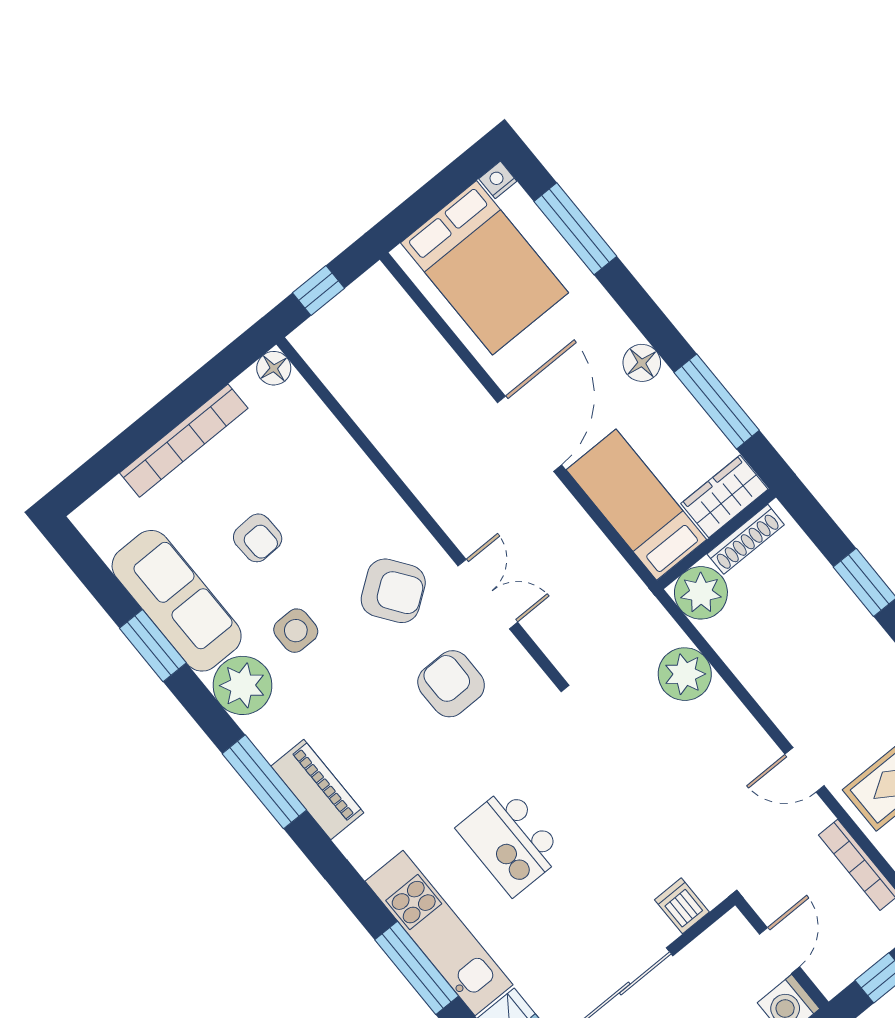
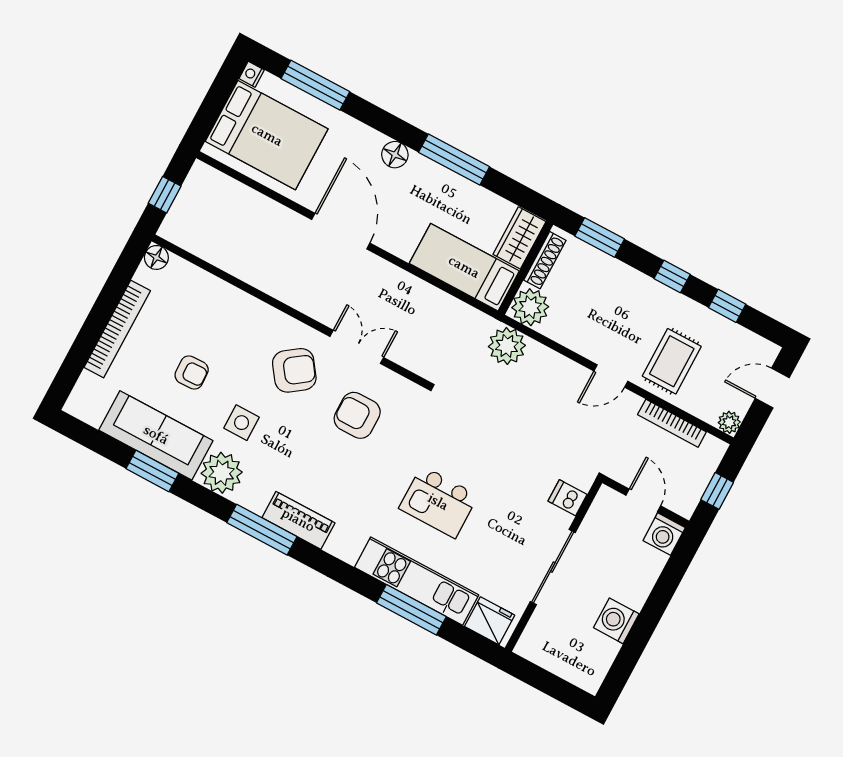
wardrobe: (724, 496) -> (519, 238), moved
bed: (636, 505) -> (464, 267), moved
wall: (716, 539) -> (526, 268), moved
shoe rack: (746, 539) -> (545, 260), moved
plant: (701, 593) -> (530, 307), moved

